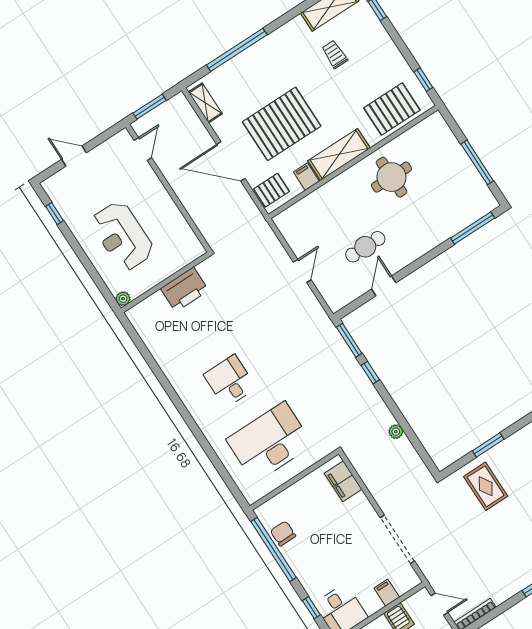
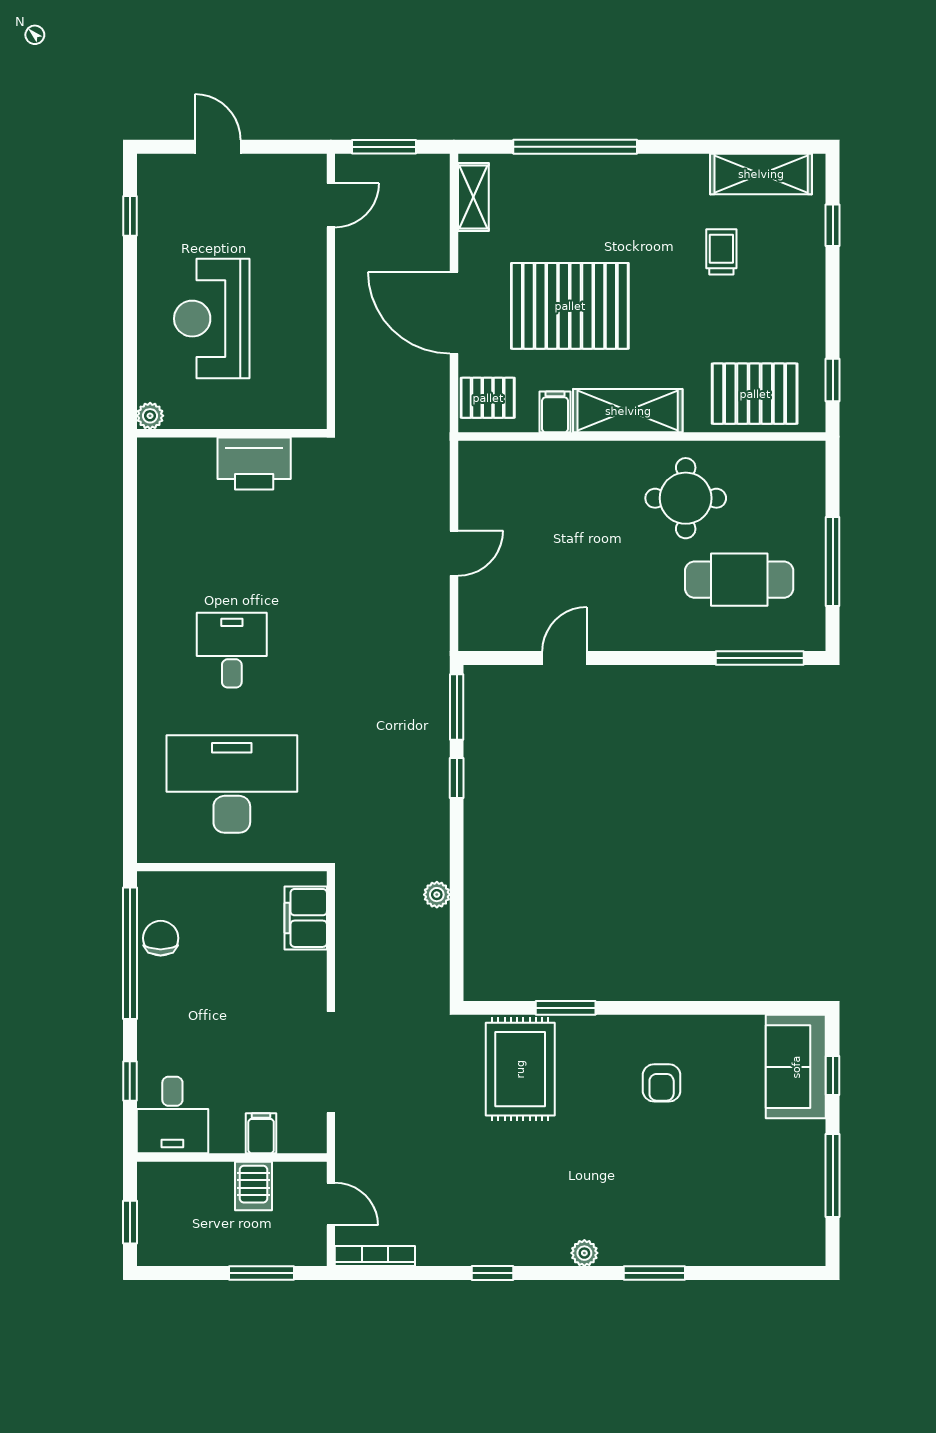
cafe table: (365, 247) -> (739, 580), moved, width x1.37, depth x1.35
rug: (486, 486) -> (520, 1069), width x1.36, depth x1.43

